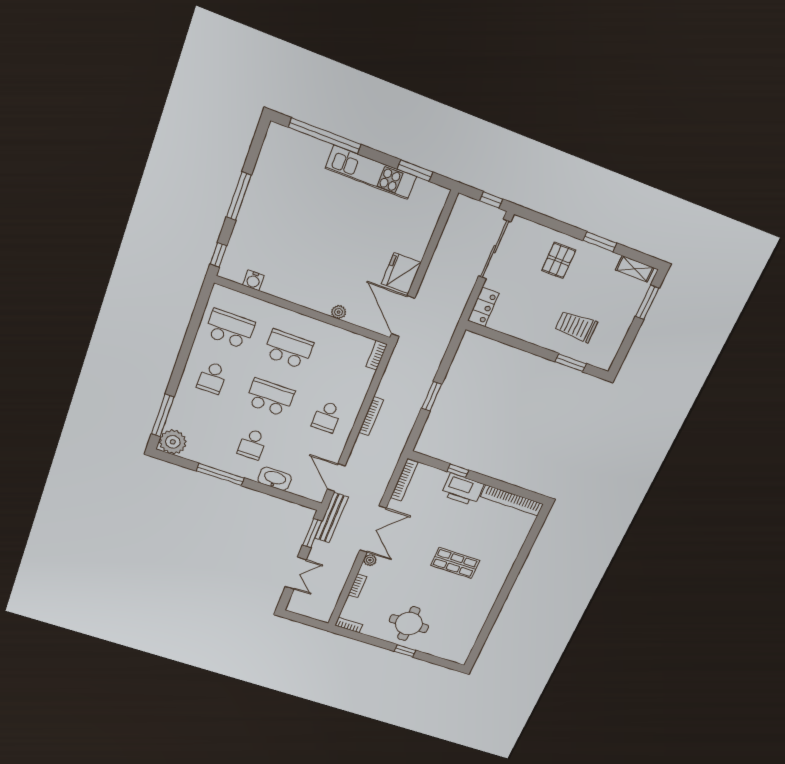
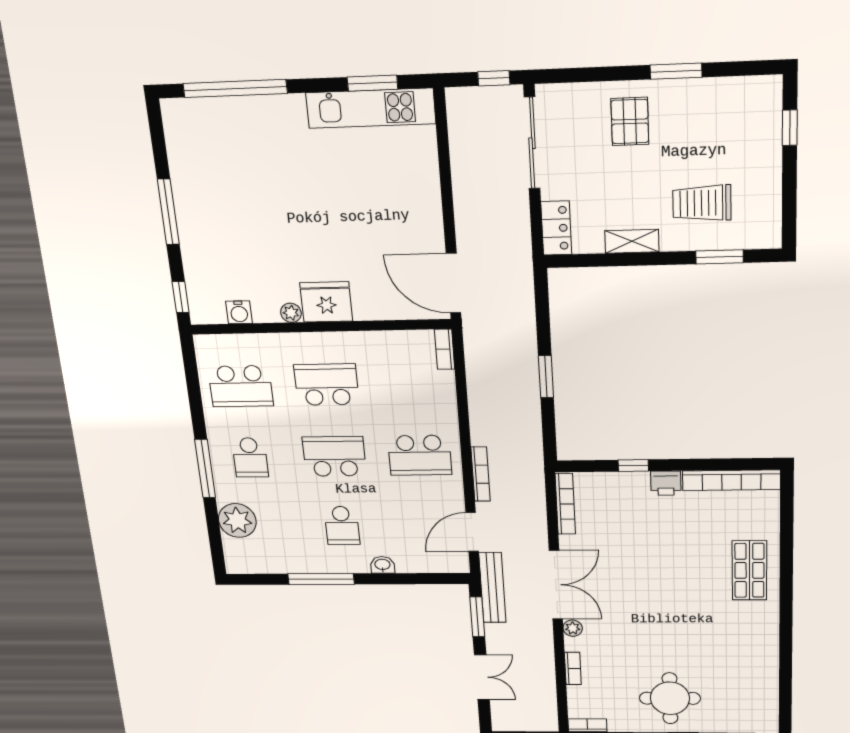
kitchen unit: (371, 172) -> (371, 108), moved
shelving: (635, 269) -> (632, 241), moved
fridge: (401, 273) -> (326, 302), moved, turned 90
window: (647, 302) -> (790, 128), width x0.67
plant: (339, 312) -> (291, 313), moved
school desk: (230, 329) -> (241, 386), turned 180
window: (163, 415) -> (205, 469), moved
bookcase: (371, 416) -> (481, 474), moved
school desk: (327, 417) -> (420, 455), width x1.85
plant: (173, 442) -> (237, 520), moved
door: (336, 478) -> (472, 532), hinge flipped
washbasin: (275, 479) -> (382, 565), width x0.52, depth x0.69
printer: (462, 490) -> (666, 483), width x0.53, depth x0.68
shop shelf: (455, 563) -> (749, 570), moved, turned 90

